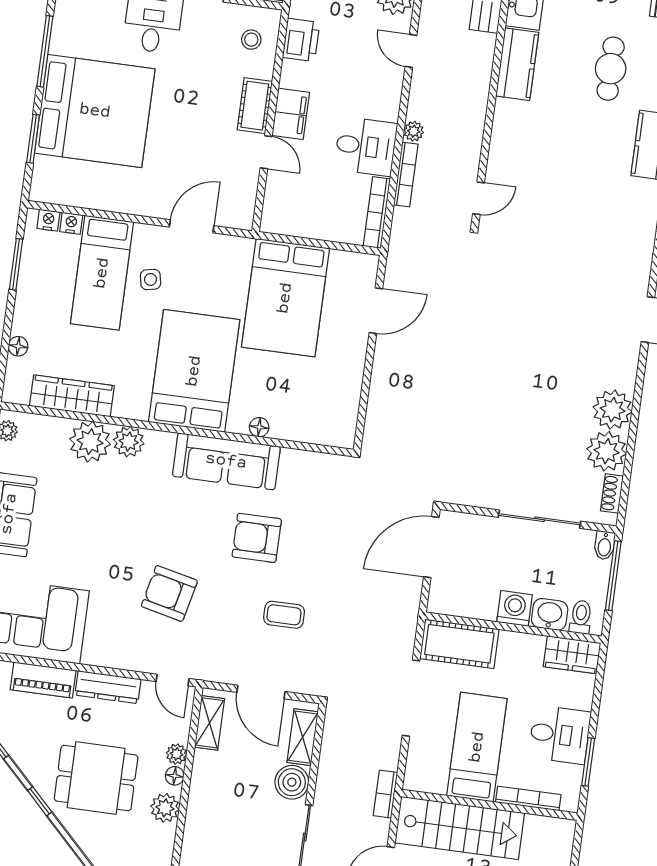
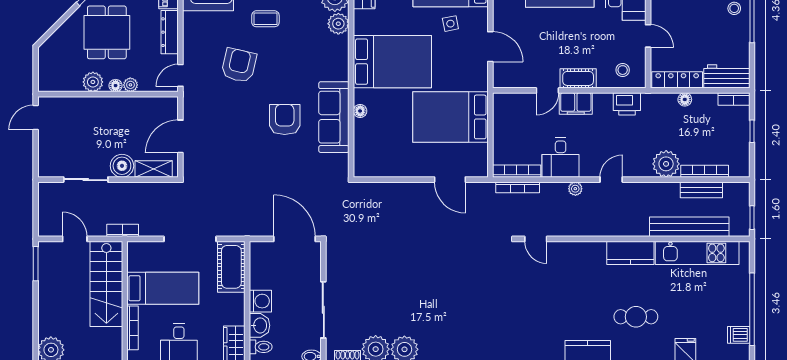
door: (411, 51) -> (611, 180), moved
bookcase: (406, 174) -> (518, 187), moved
sofa: (226, 461) -> (334, 117), moved
coffee table: (284, 615) -> (265, 19), moved, turned 90
shelving: (210, 723) -> (155, 104), removed

